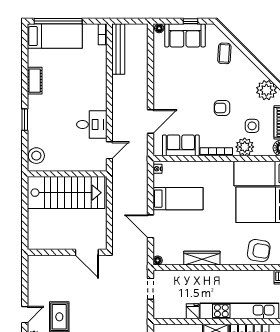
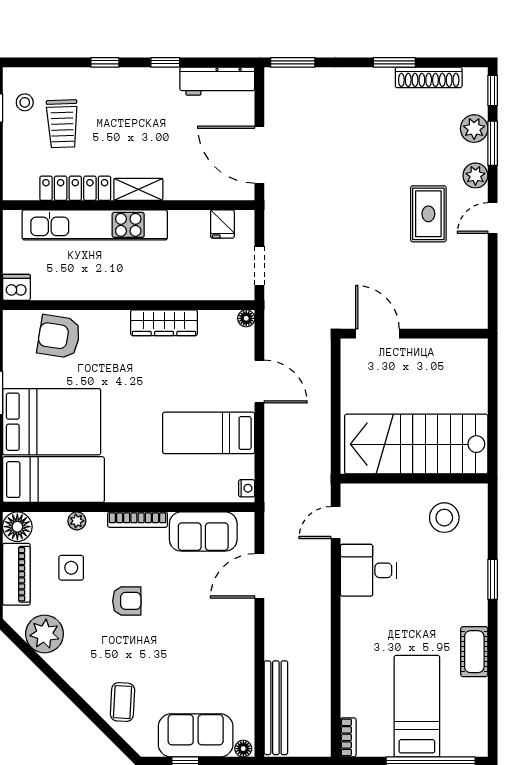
bed: (55, 36) -> (417, 706), moved, turned 90
bench: (118, 49) -> (276, 708), moved
plant: (245, 147) -> (77, 521), width x0.53, depth x0.53
stool: (36, 156) -> (444, 518), moved
fridge: (193, 311) -> (222, 224), moved

